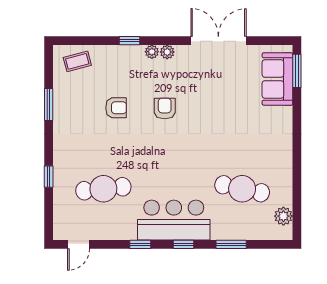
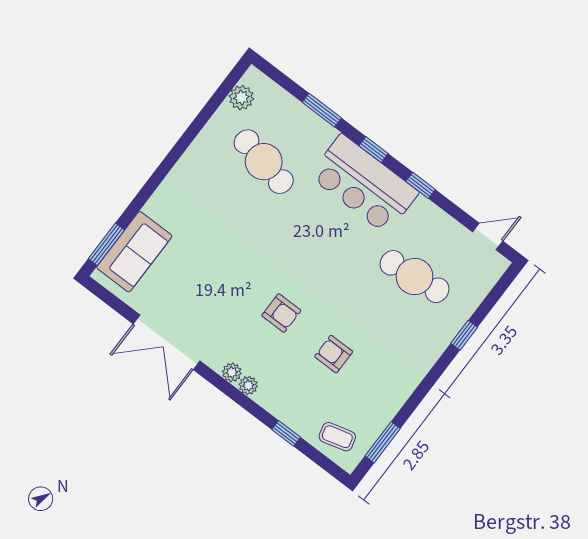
window: (129, 41) -> (286, 433), moved
window: (49, 105) -> (383, 442), moved
armchair: (165, 108) -> (281, 313), turned -90

